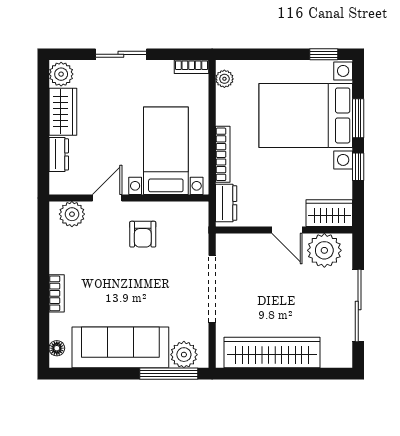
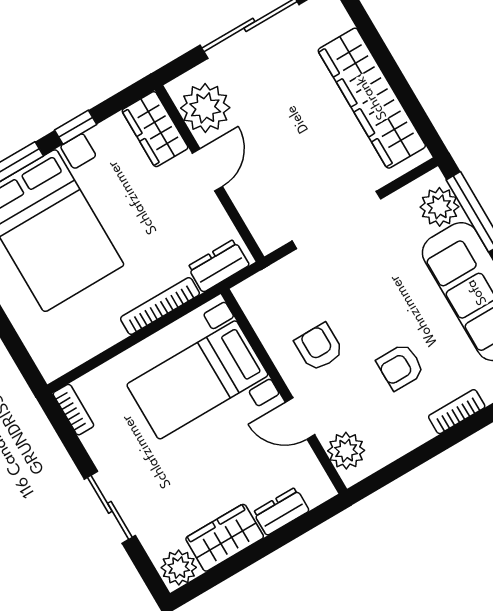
plant: (224, 79) -> (64, 360), removed
armchair: (143, 234) -> (319, 347), turned -90
armchair: (103, 276) -> (400, 367), added

